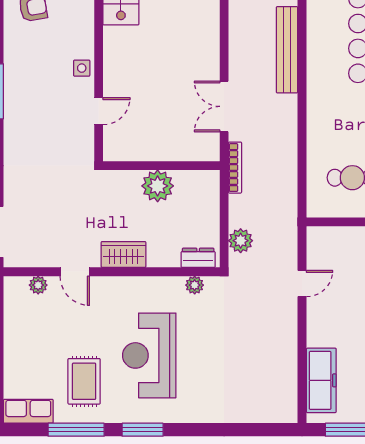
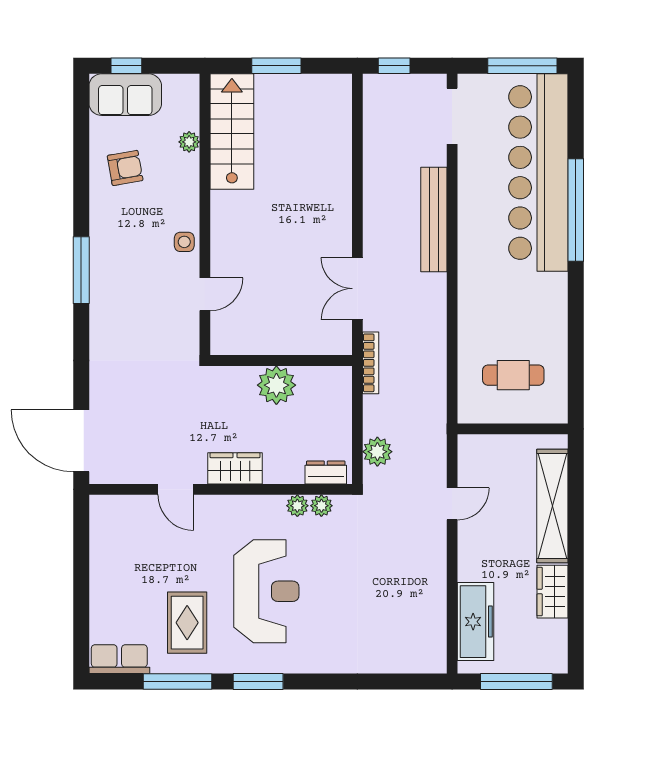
plant: (38, 285) -> (297, 506), moved
reception desk: (149, 355) -> (266, 591), turned 180

